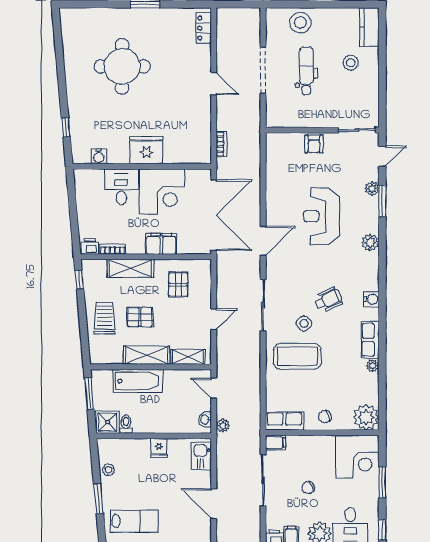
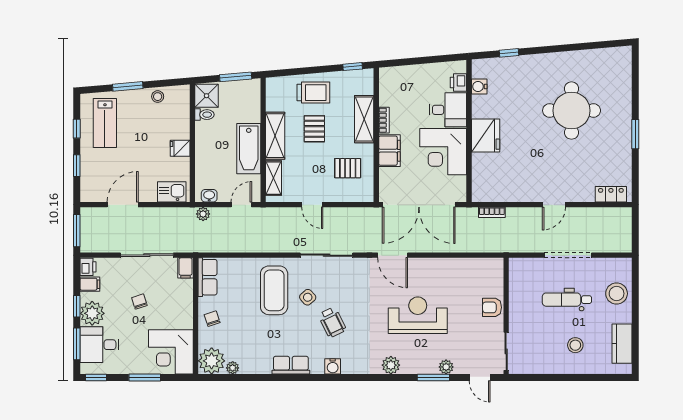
kitchen counter: (369, 27) -> (622, 344), moved, turned -90
dental chair: (306, 71) -> (567, 300), turned 180
printer: (90, 246) -> (458, 82), moved, turned 180
bookcase: (112, 249) -> (384, 120), moved
plant: (373, 366) -> (233, 368), moved
bathtub: (138, 381) -> (249, 149), moved

